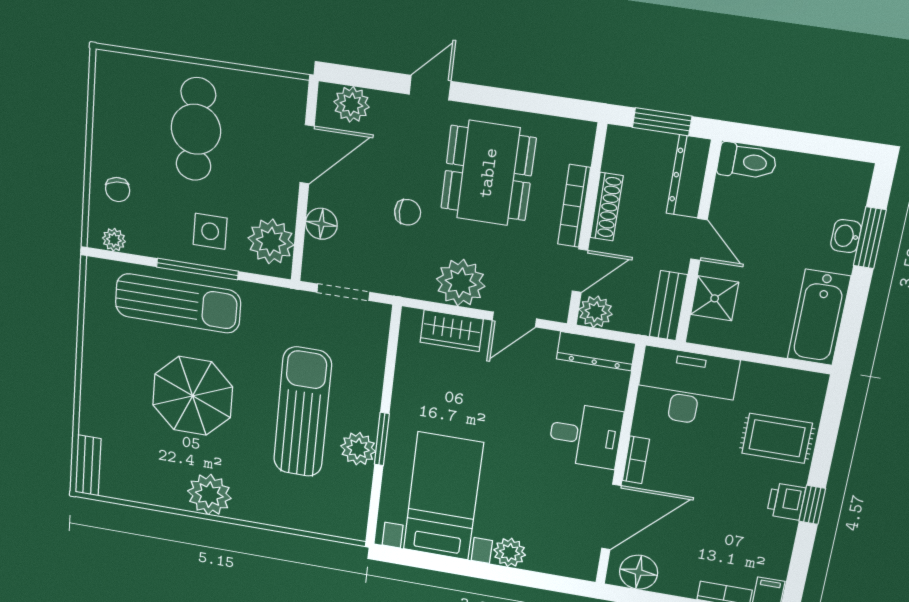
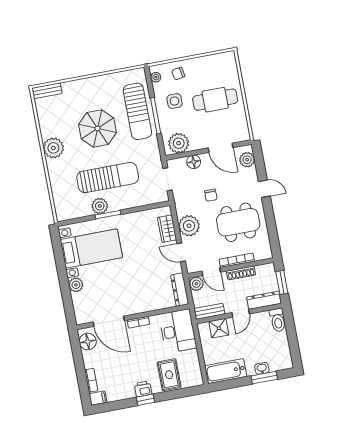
side table: (210, 231) -> (175, 101), moved
desk: (585, 436) -> (141, 298), removed

